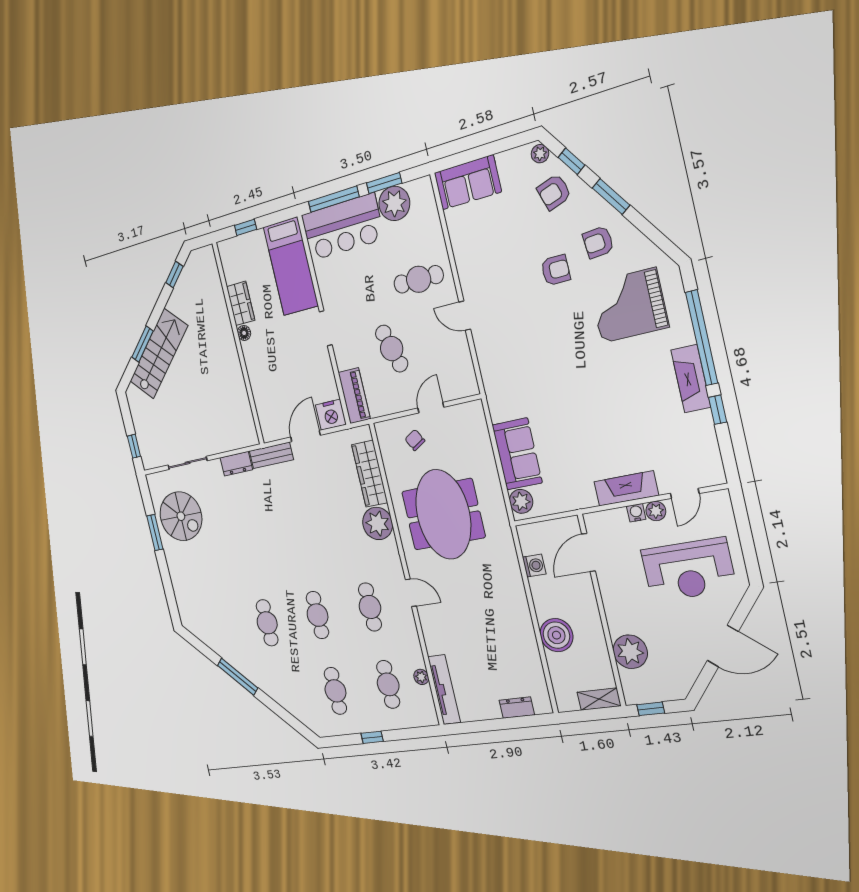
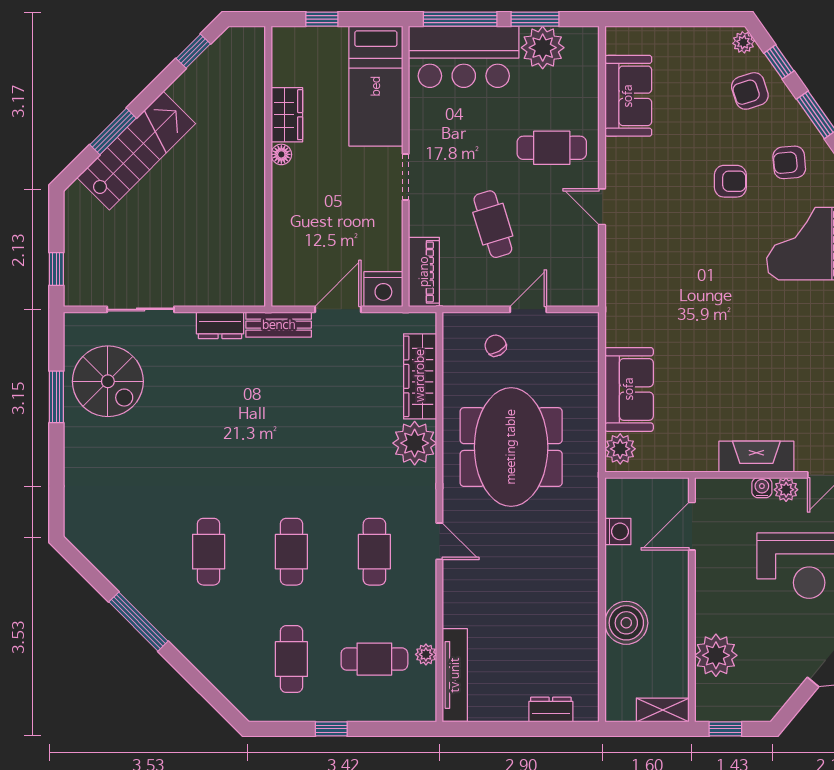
sofa: (468, 182) -> (628, 96), moved, turned -90
cafe table: (388, 684) -> (374, 659), turned 90

